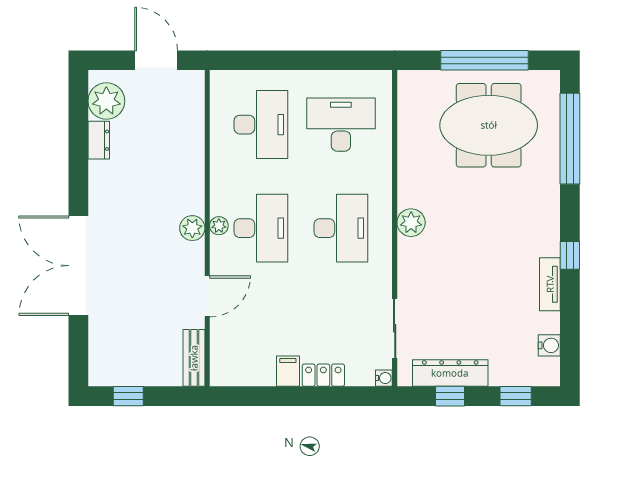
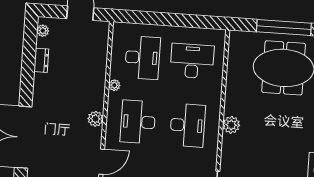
plant: (106, 101) -> (43, 31), width x0.53, depth x0.53
plant: (219, 226) -> (114, 85), moved
desk: (261, 228) -> (138, 122), turned 180

